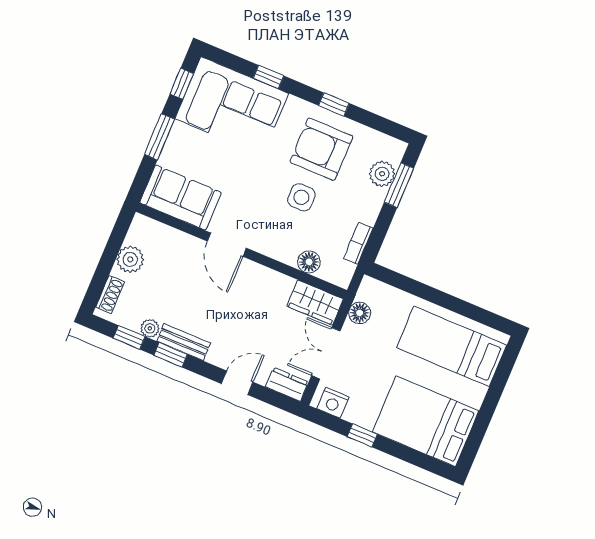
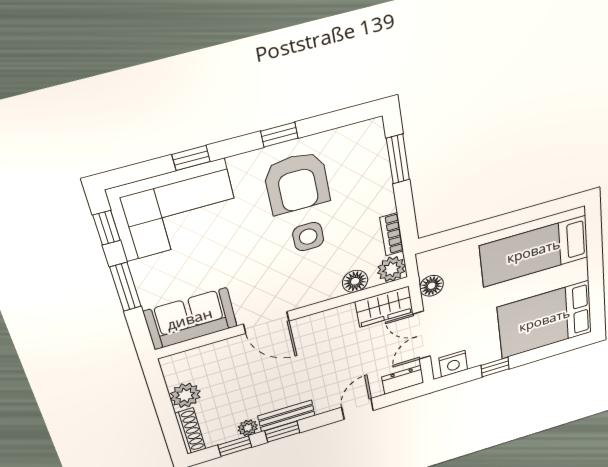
armchair: (321, 149) -> (297, 183), turned -90
plant: (382, 174) -> (391, 269), moved
shoe rack: (110, 295) -> (190, 431), width x1.43

